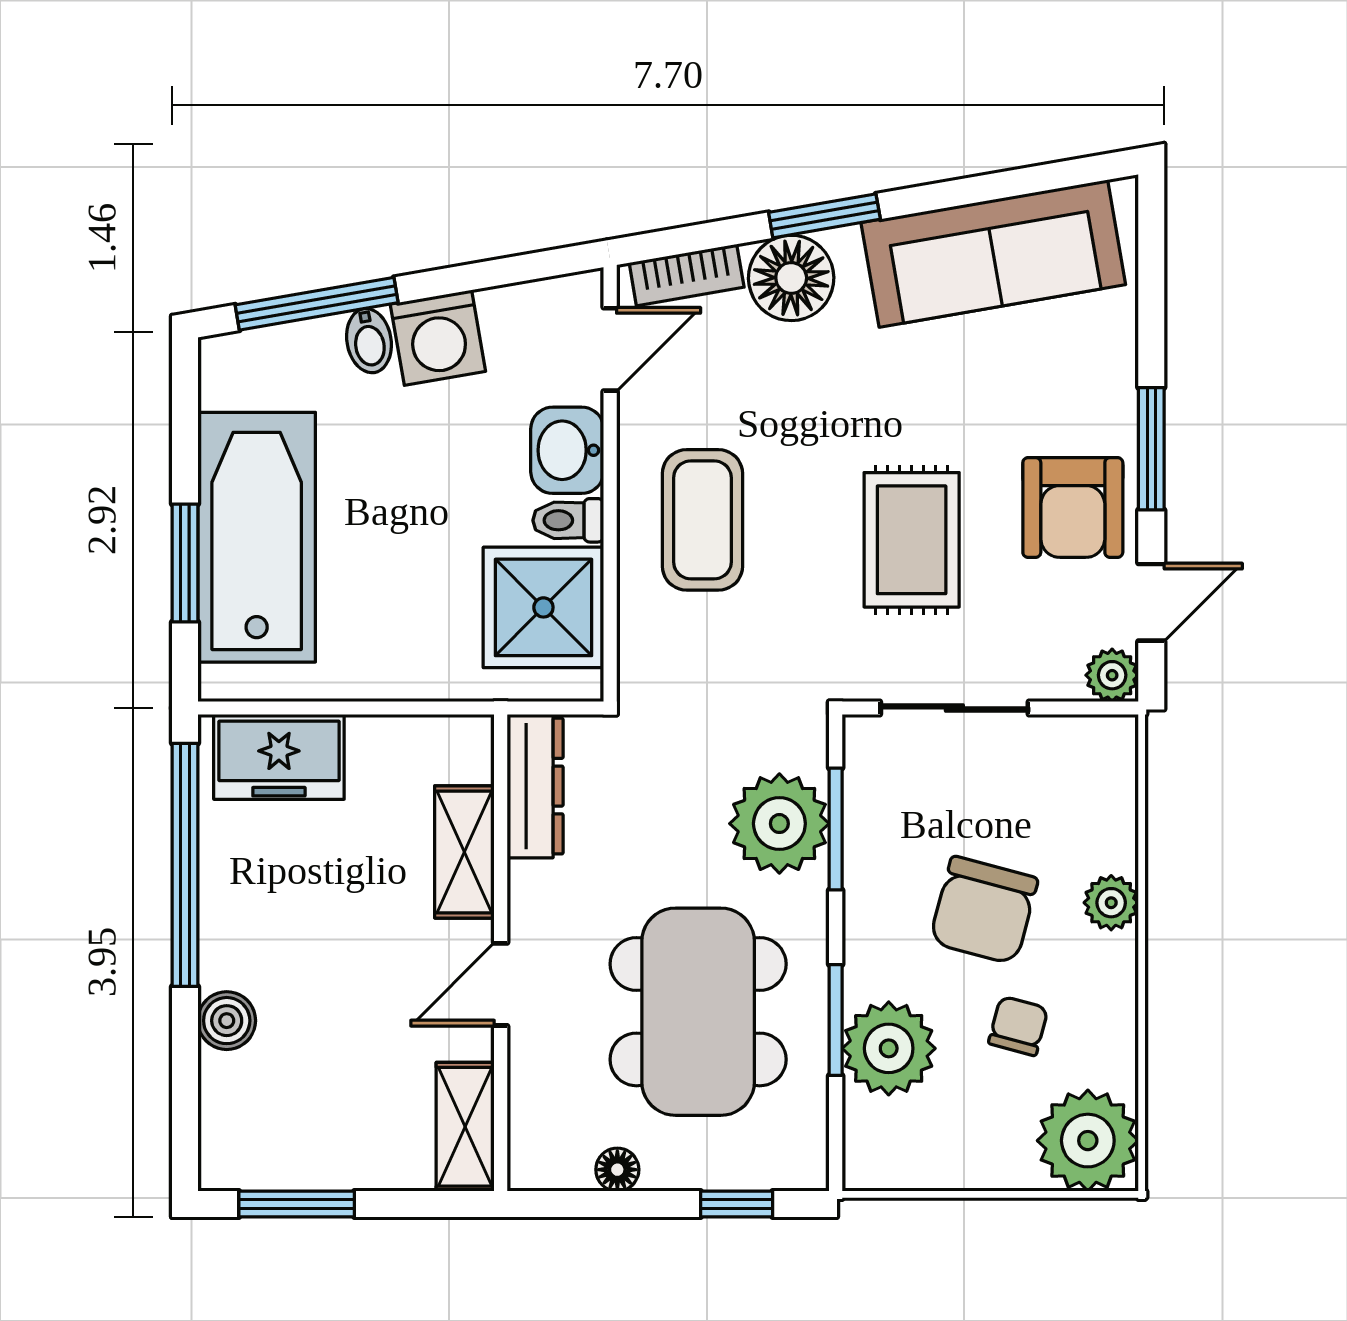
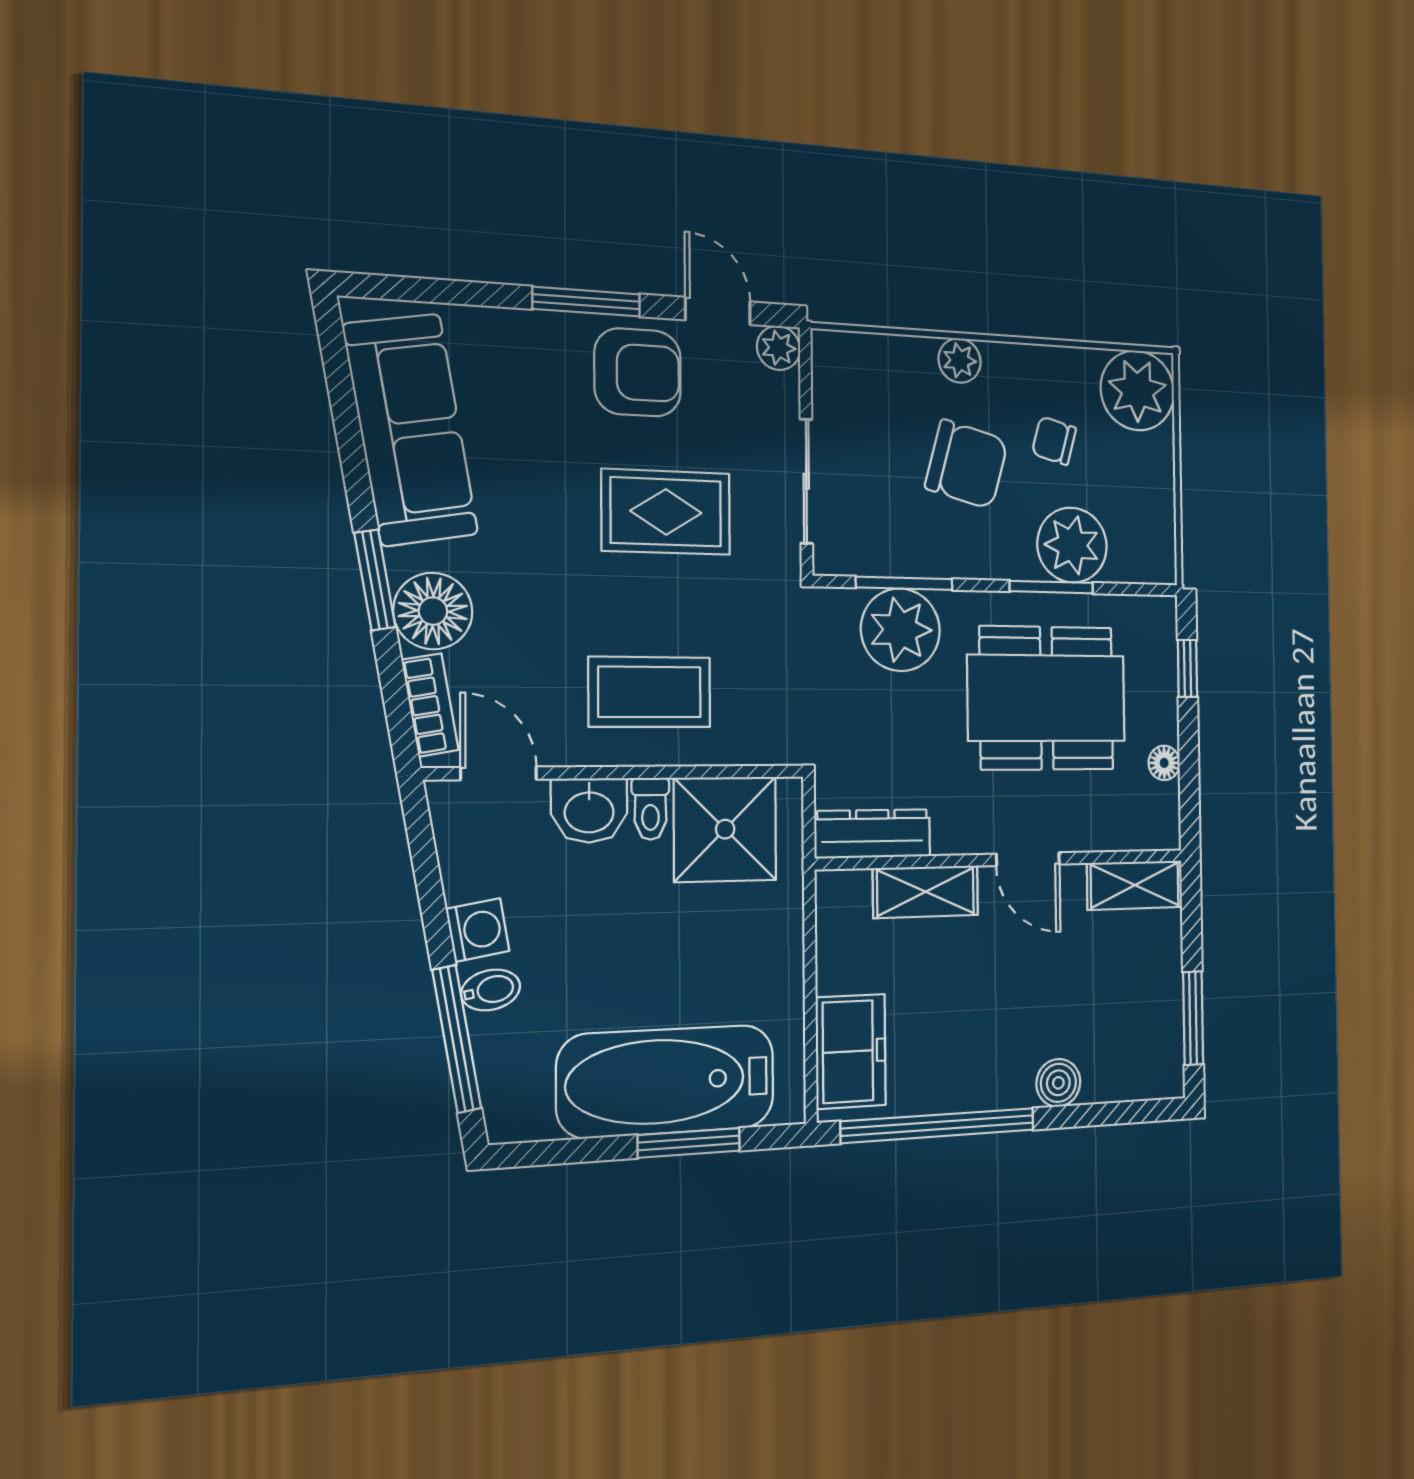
washing machine: (438, 338) -> (478, 930), width x0.73, depth x0.73

